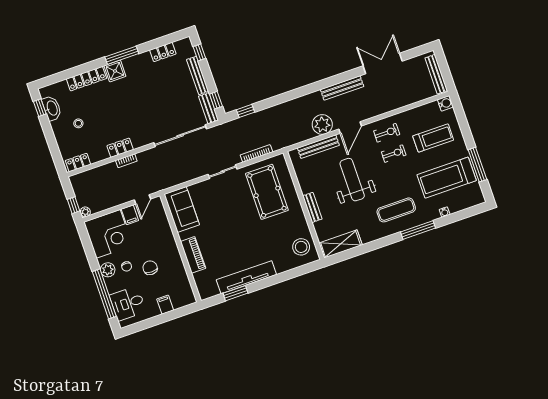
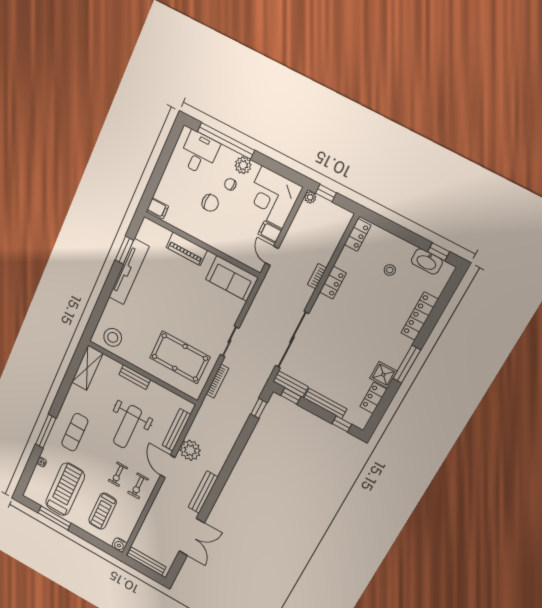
shower: (115, 71) -> (383, 375), moved
weight bench: (352, 180) -> (127, 427), turned 90
filing cabinet: (165, 305) -> (158, 208), moved

